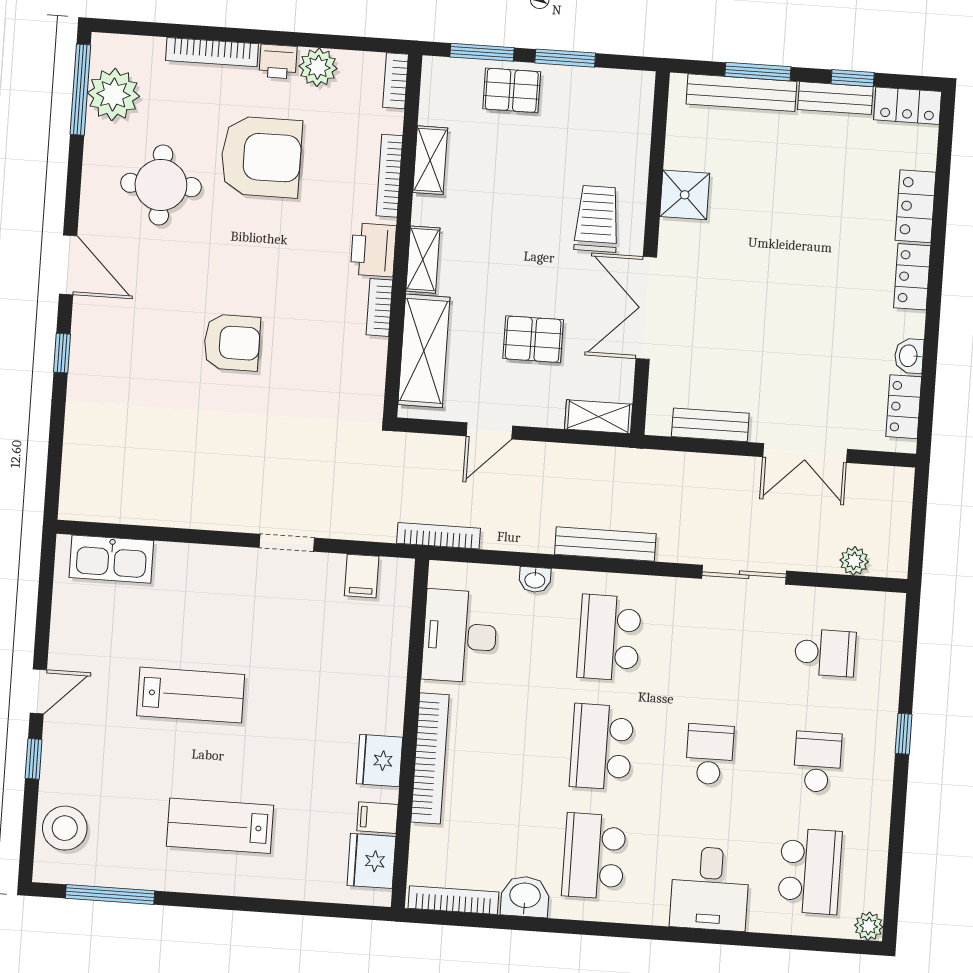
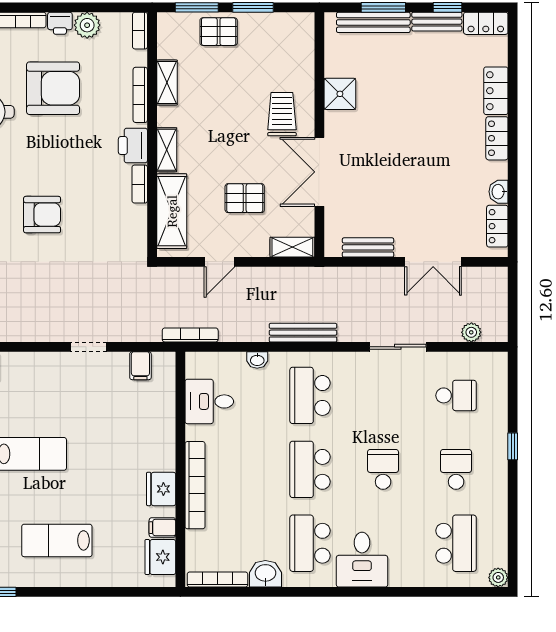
desk: (460, 636) -> (209, 401), width x0.73
desk: (710, 889) -> (362, 560), moved

